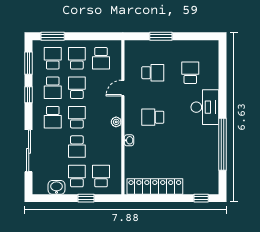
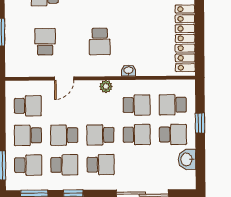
school desk: (53, 58) -> (28, 165), turned 180
door: (123, 88) -> (64, 78), hinge flipped
school desk: (101, 147) -> (136, 105), added
school desk: (77, 176) -> (173, 134), turned 180

